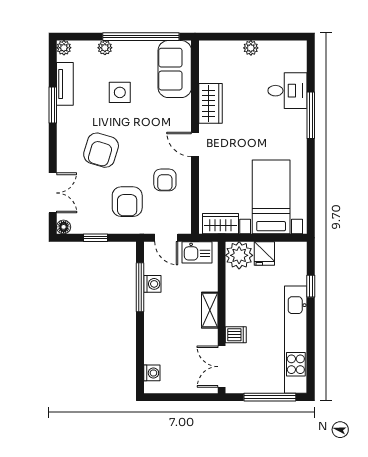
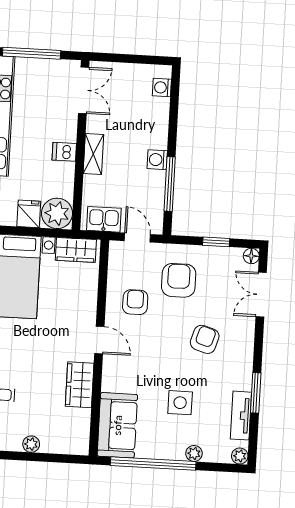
armchair: (101, 150) -> (205, 339), width x0.72, depth x0.72
washing machine: (152, 284) -> (157, 160), moved
dishwasher: (236, 335) -> (64, 152), moved

